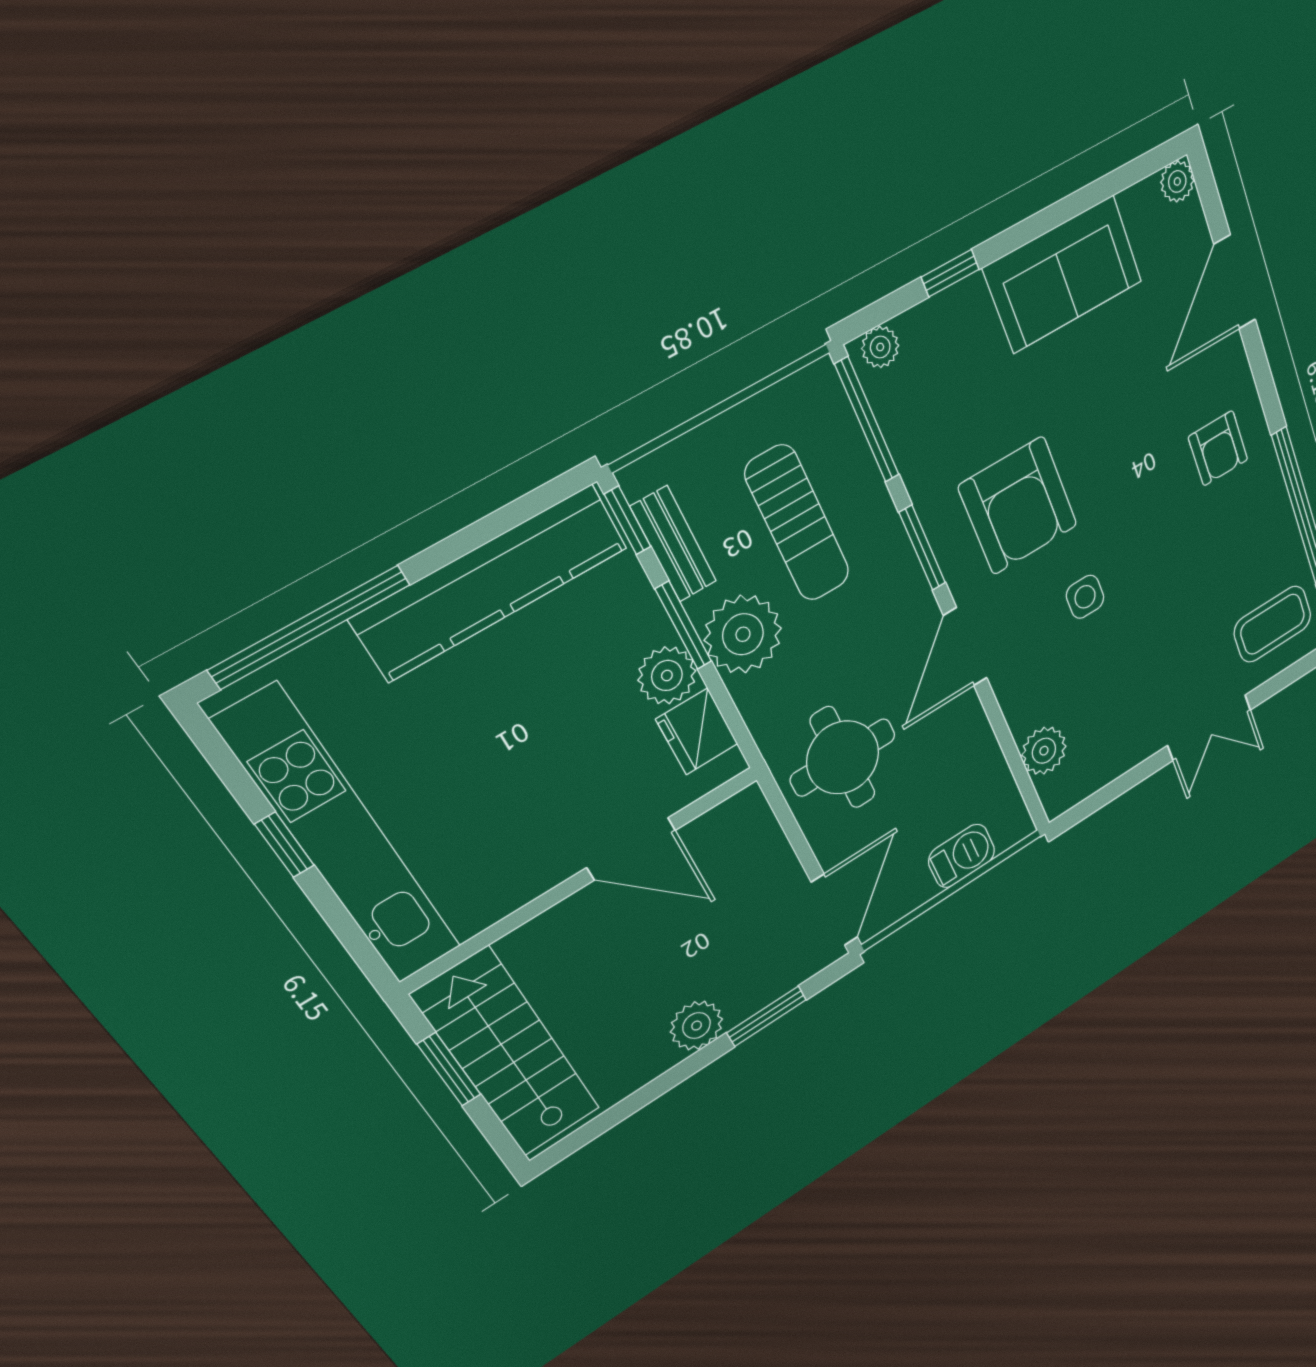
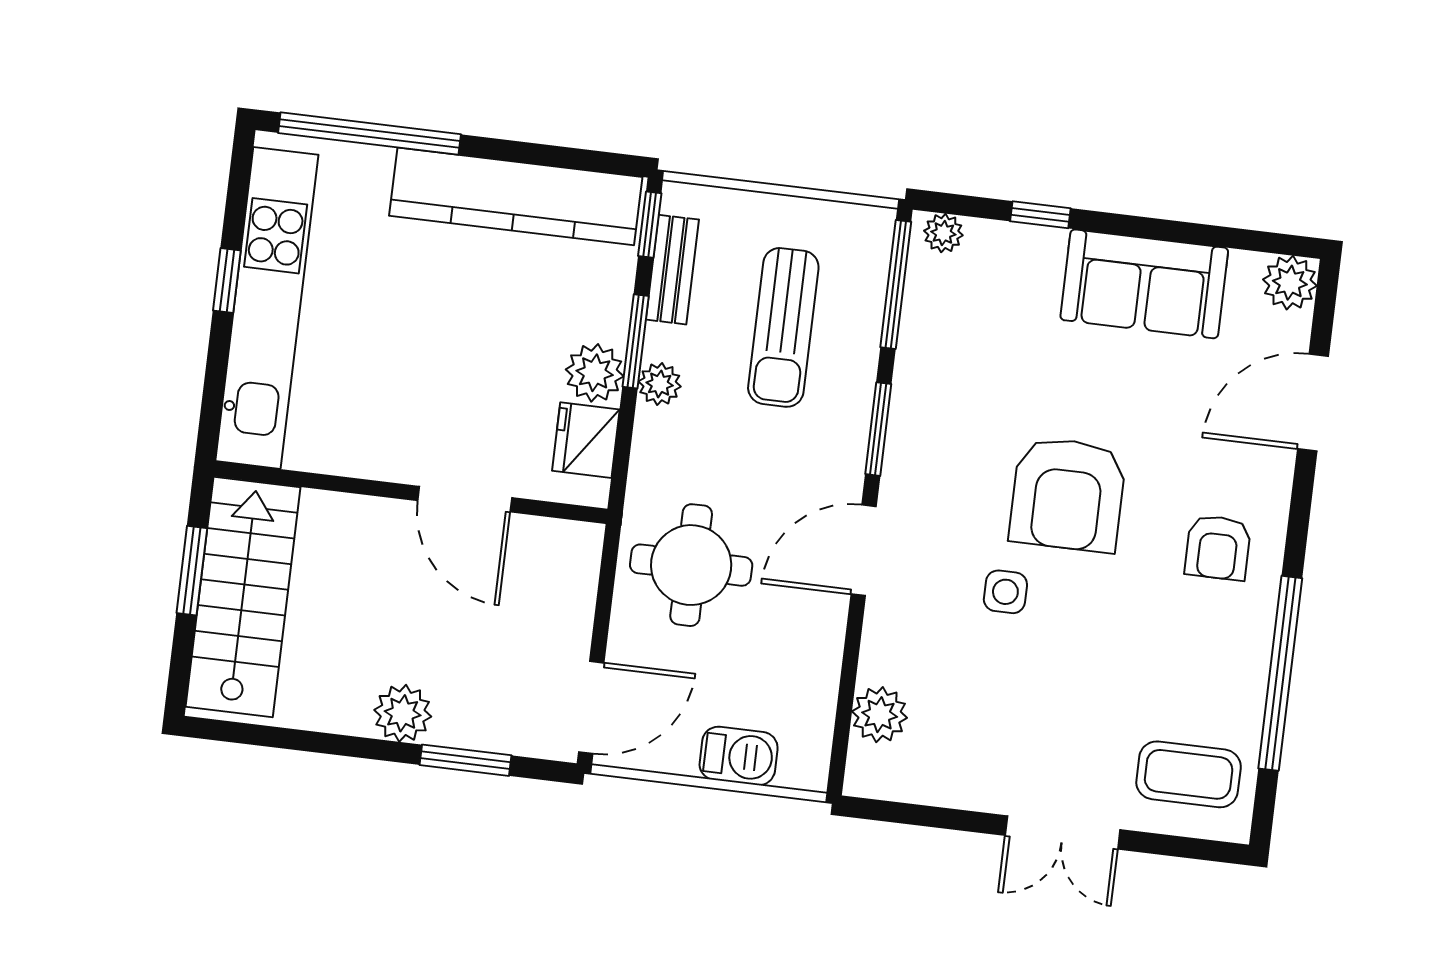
plant: (1177, 181) -> (1290, 283), width x1.38, depth x1.38
armchair: (1018, 506) -> (1068, 494), moved
plant: (743, 634) -> (660, 384), width x0.53, depth x0.53

